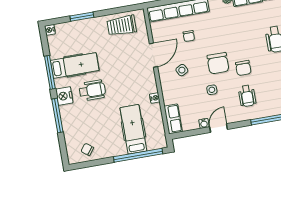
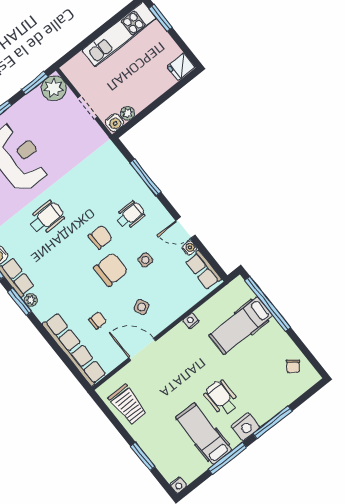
row of seats: (173, 119) -> (203, 270), moved, turned -90

